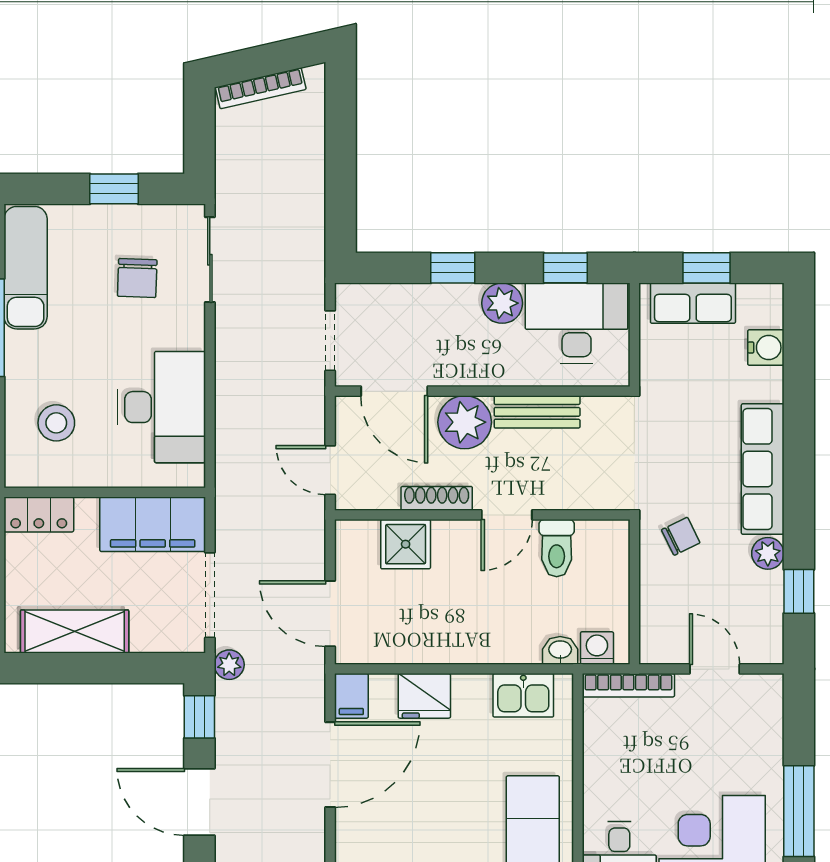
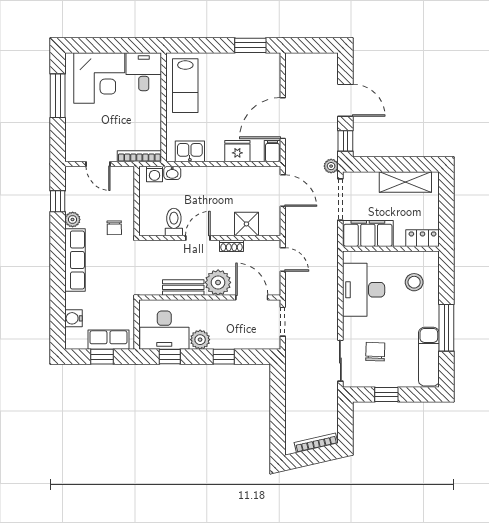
shoe rack: (437, 498) -> (231, 246), width x0.70
chair: (681, 536) -> (114, 228), turned -65

